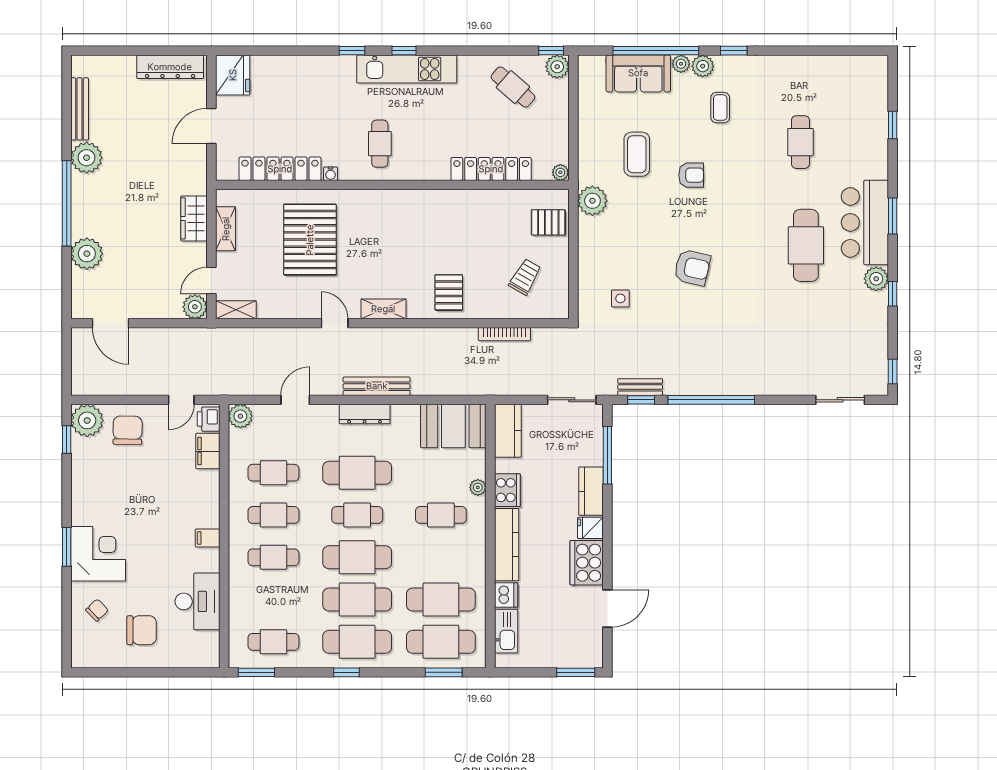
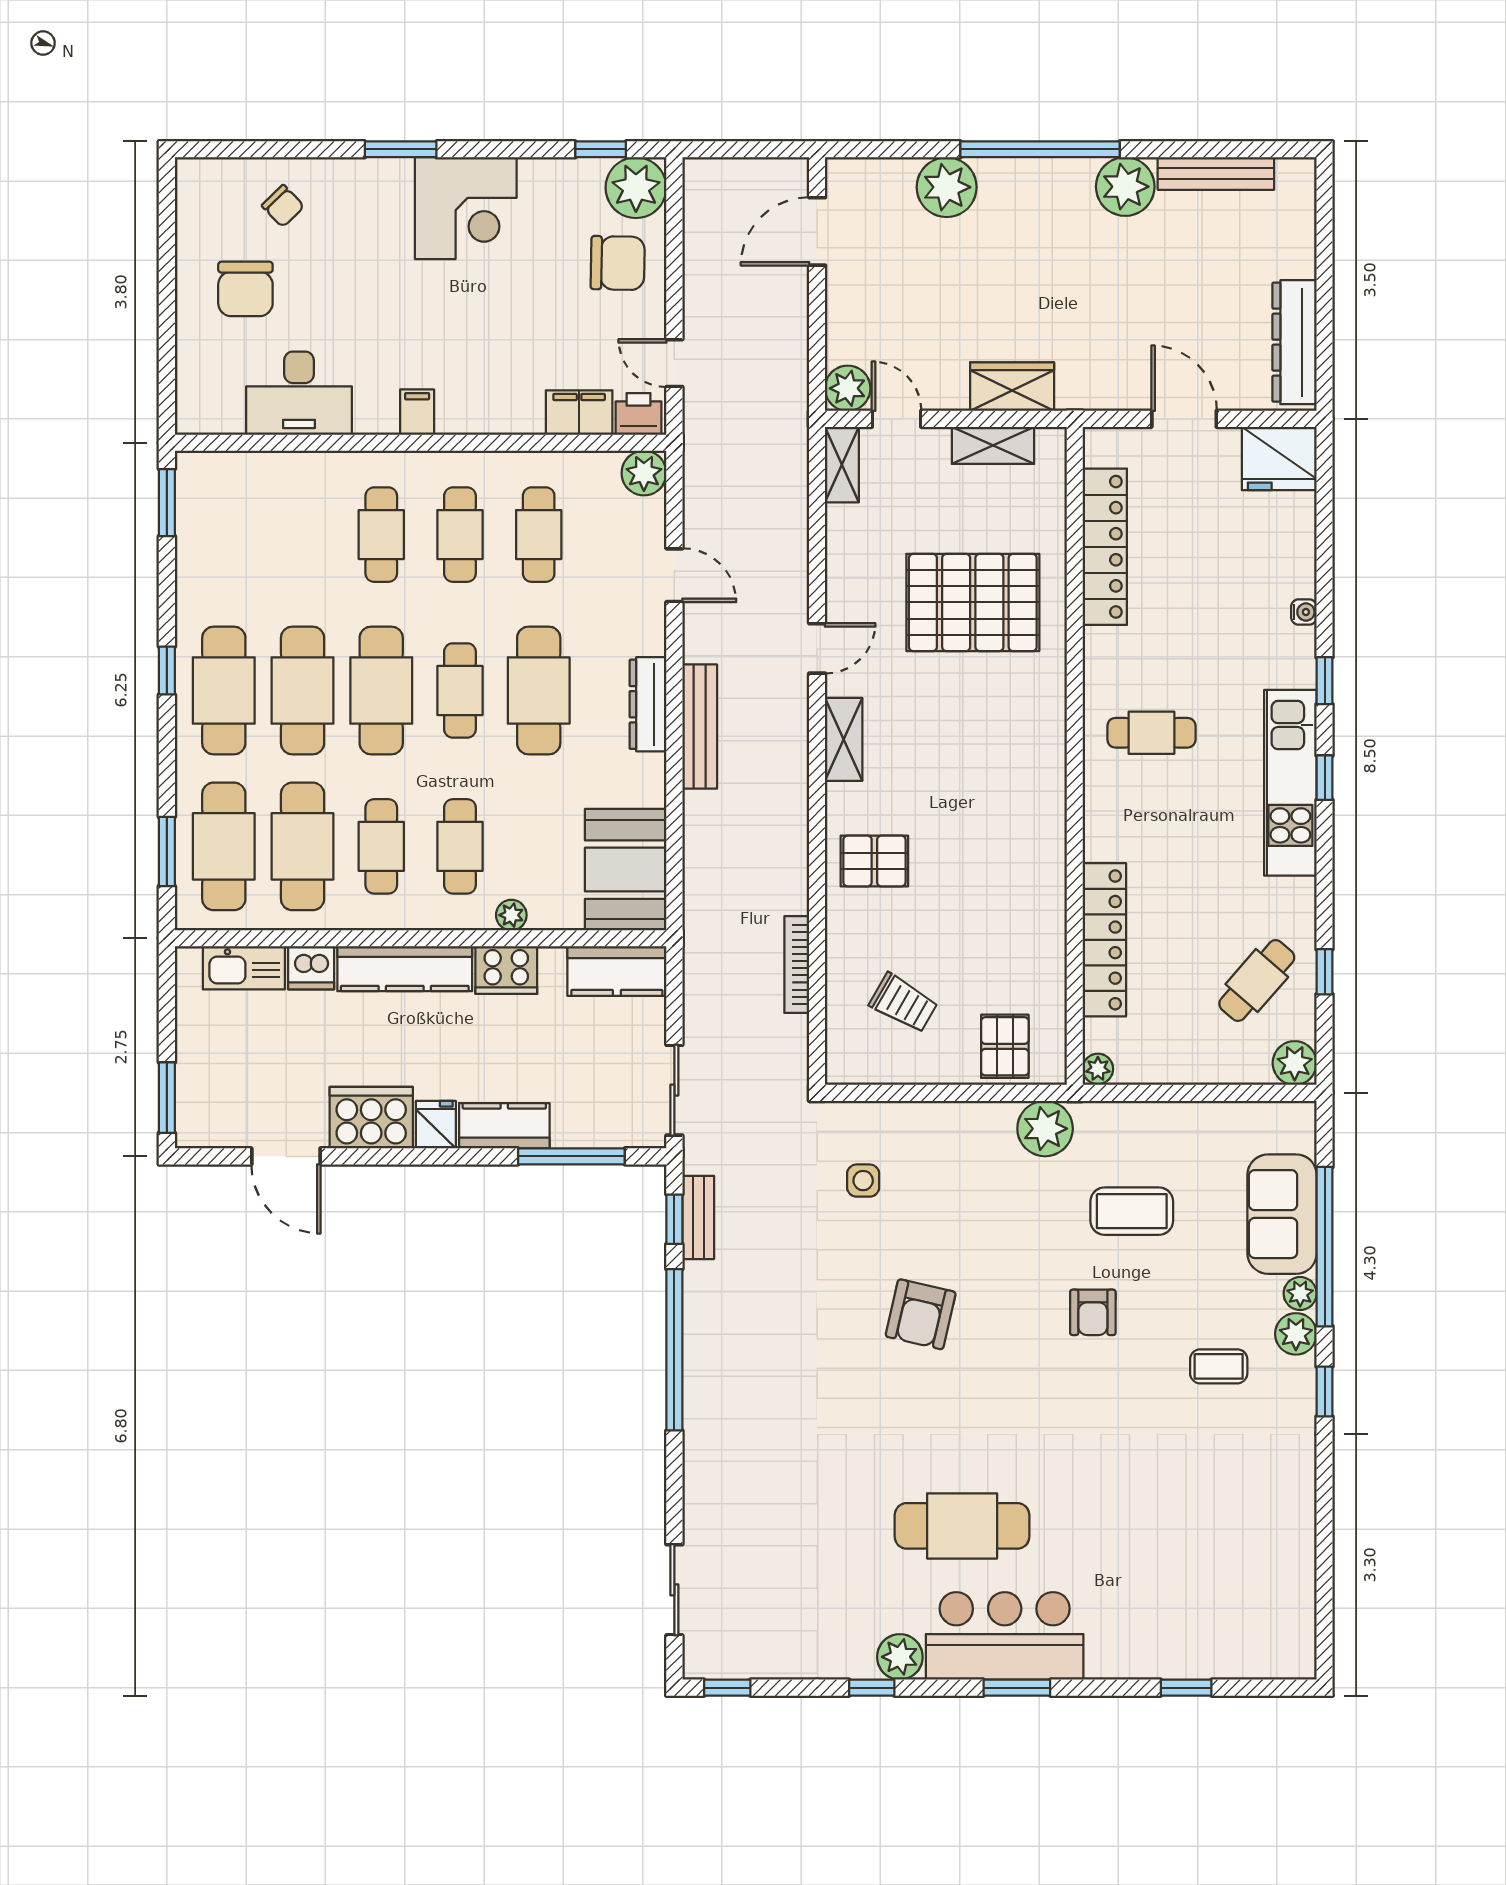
window: (551, 51) -> (1325, 972), moved
cafe table: (800, 142) -> (1154, 1516), removed
water cooler: (331, 174) -> (1304, 612), moved, turned 180
corner desk: (98, 554) -> (466, 208), moved
cafe table: (273, 642) -> (381, 846), moved

